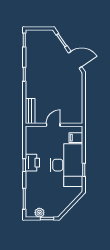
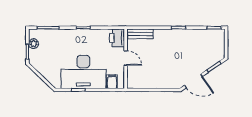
door: (75, 60) -> (193, 81), hinge flipped
printer: (32, 163) -> (117, 38), moved, turned 90

